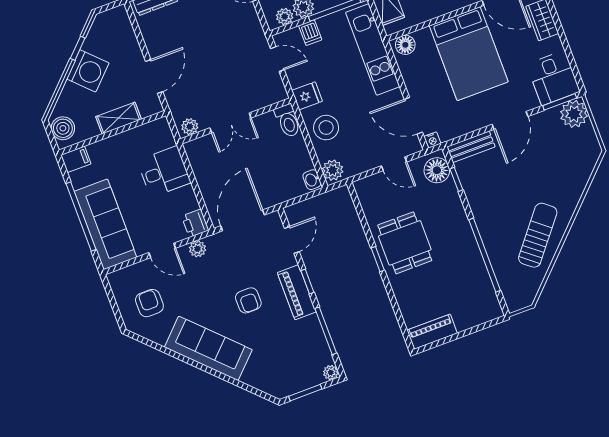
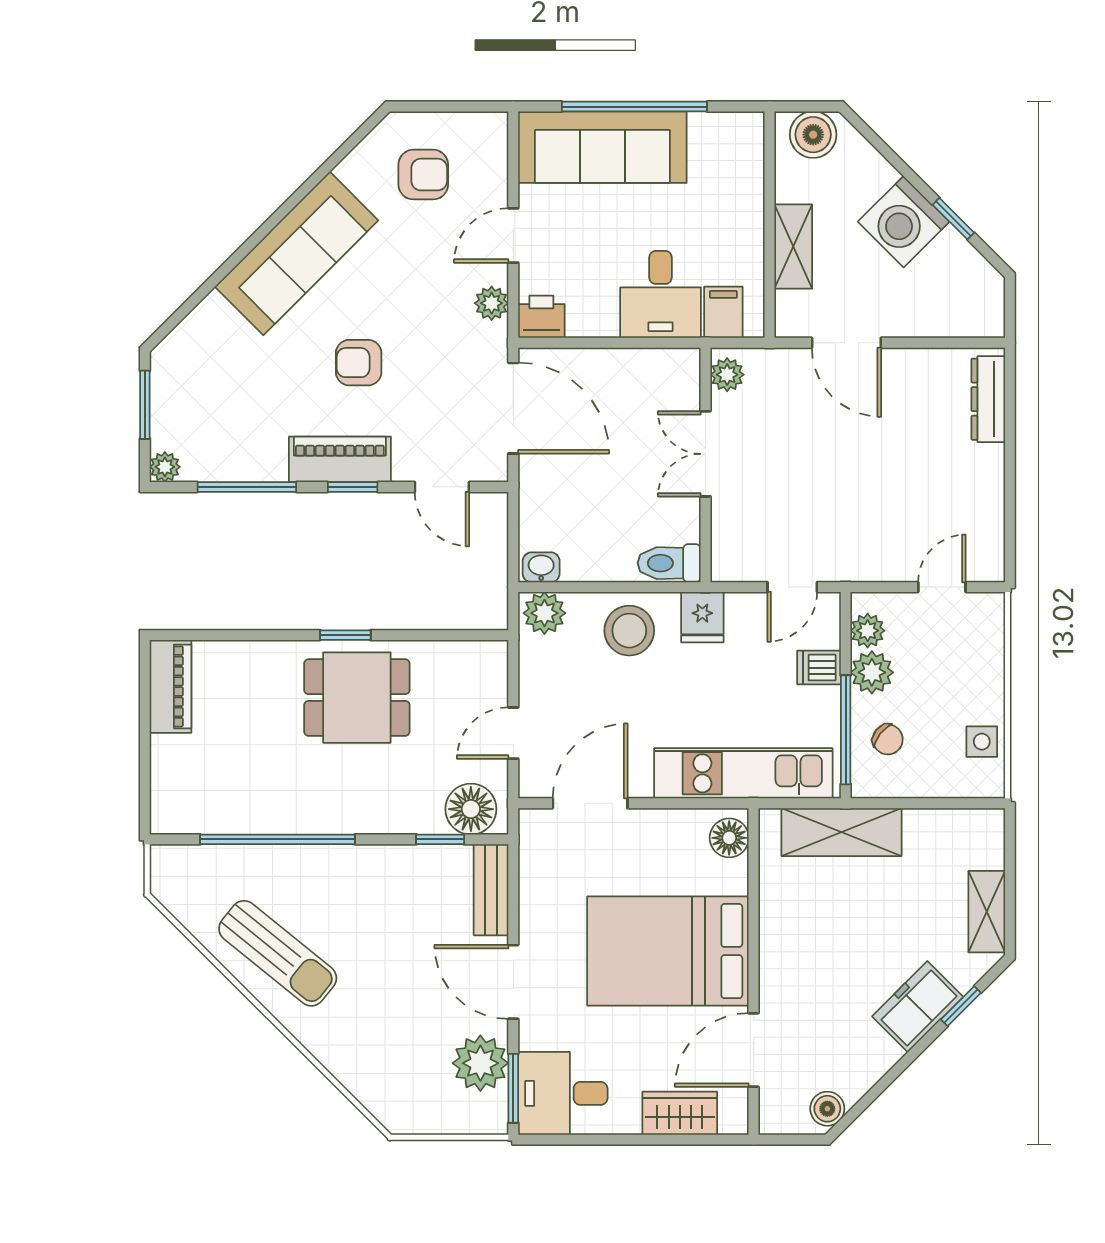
plant: (574, 114) -> (480, 1063), moved
nightstand: (432, 140) -> (531, 822), removed
filing cabinet: (76, 159) -> (723, 312), moved, turned 180

